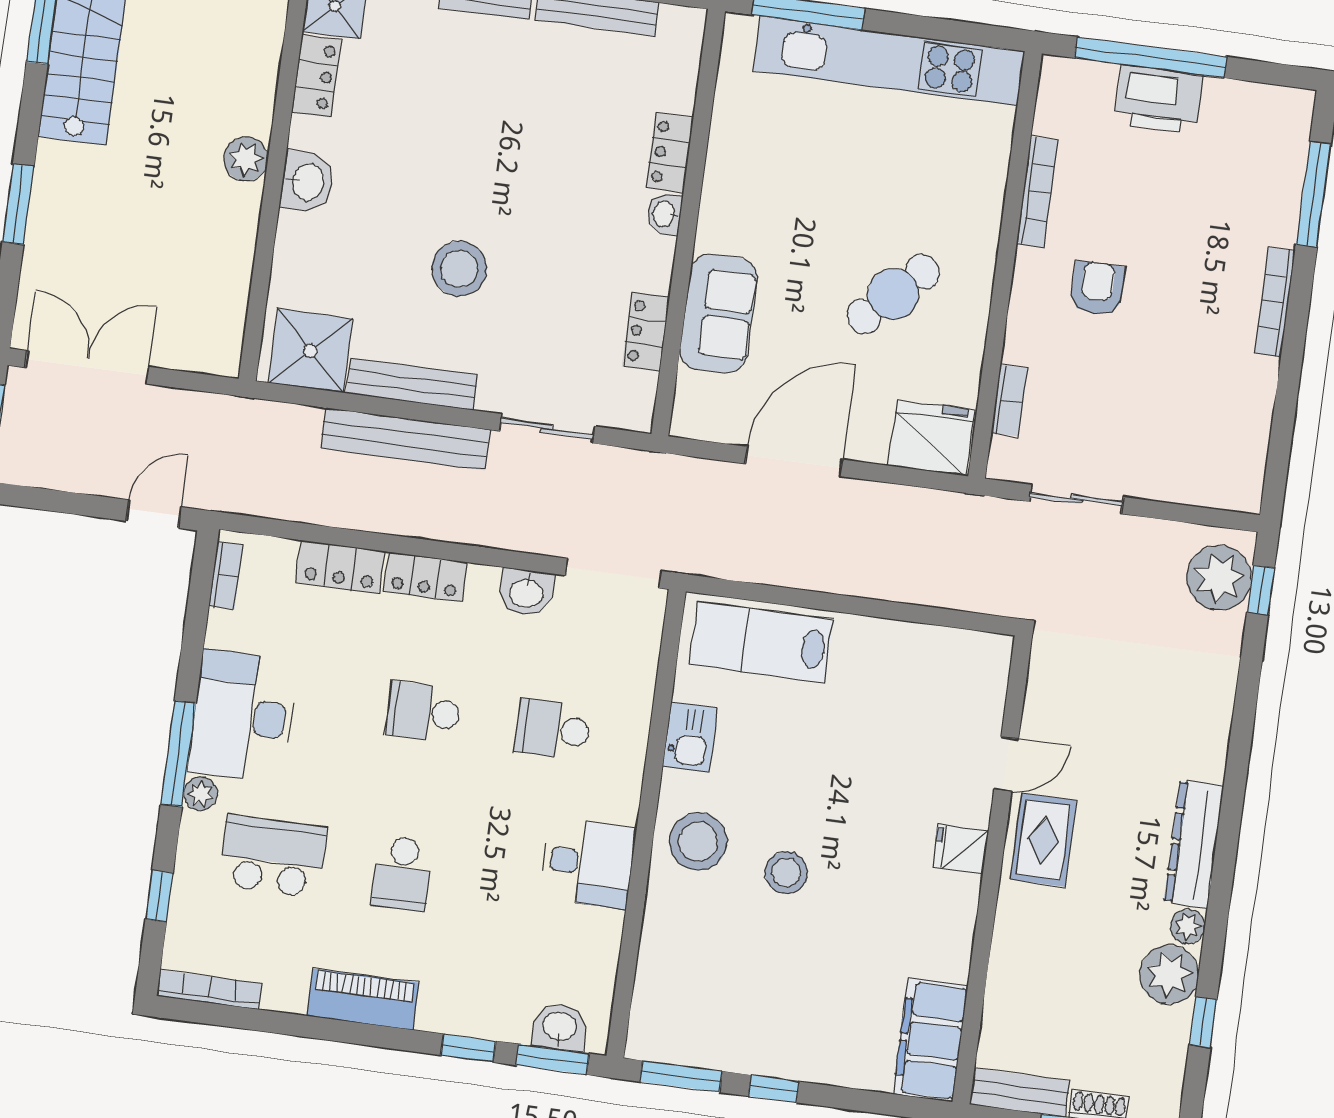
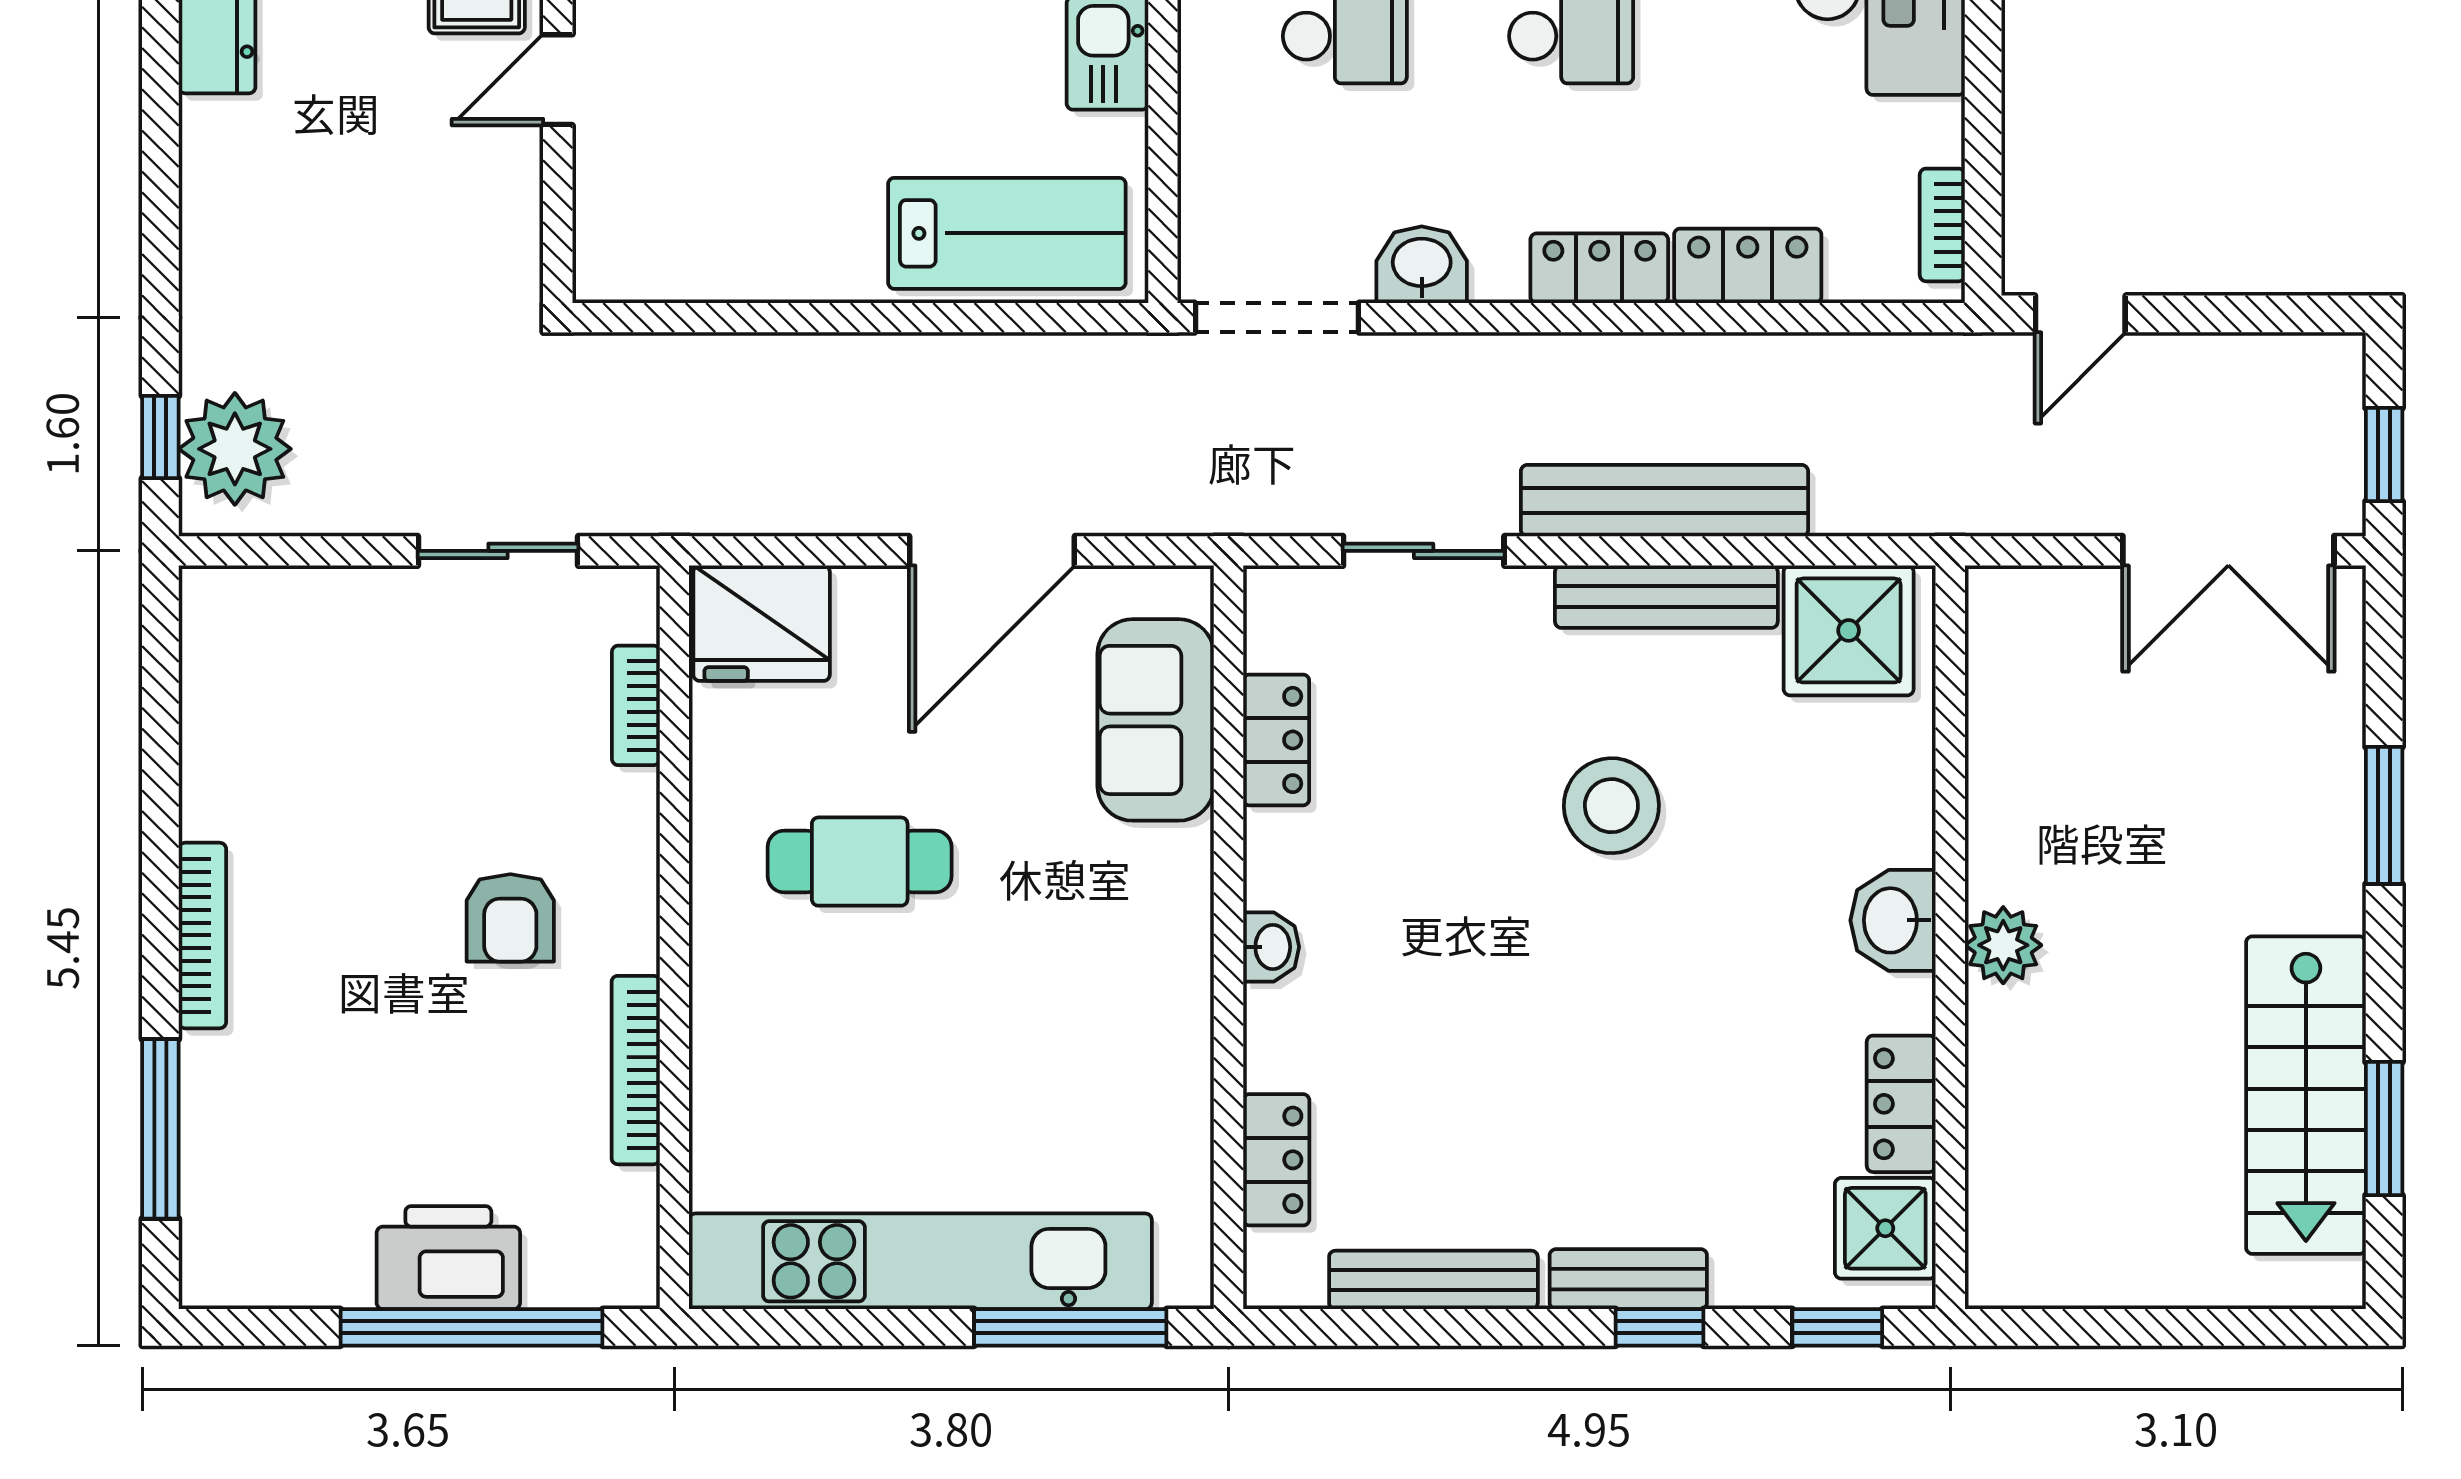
locker: (670, 153) -> (1276, 1160), moved
cafe table: (893, 294) -> (860, 862), turned 45
sofa: (718, 313) -> (1156, 720), moved

